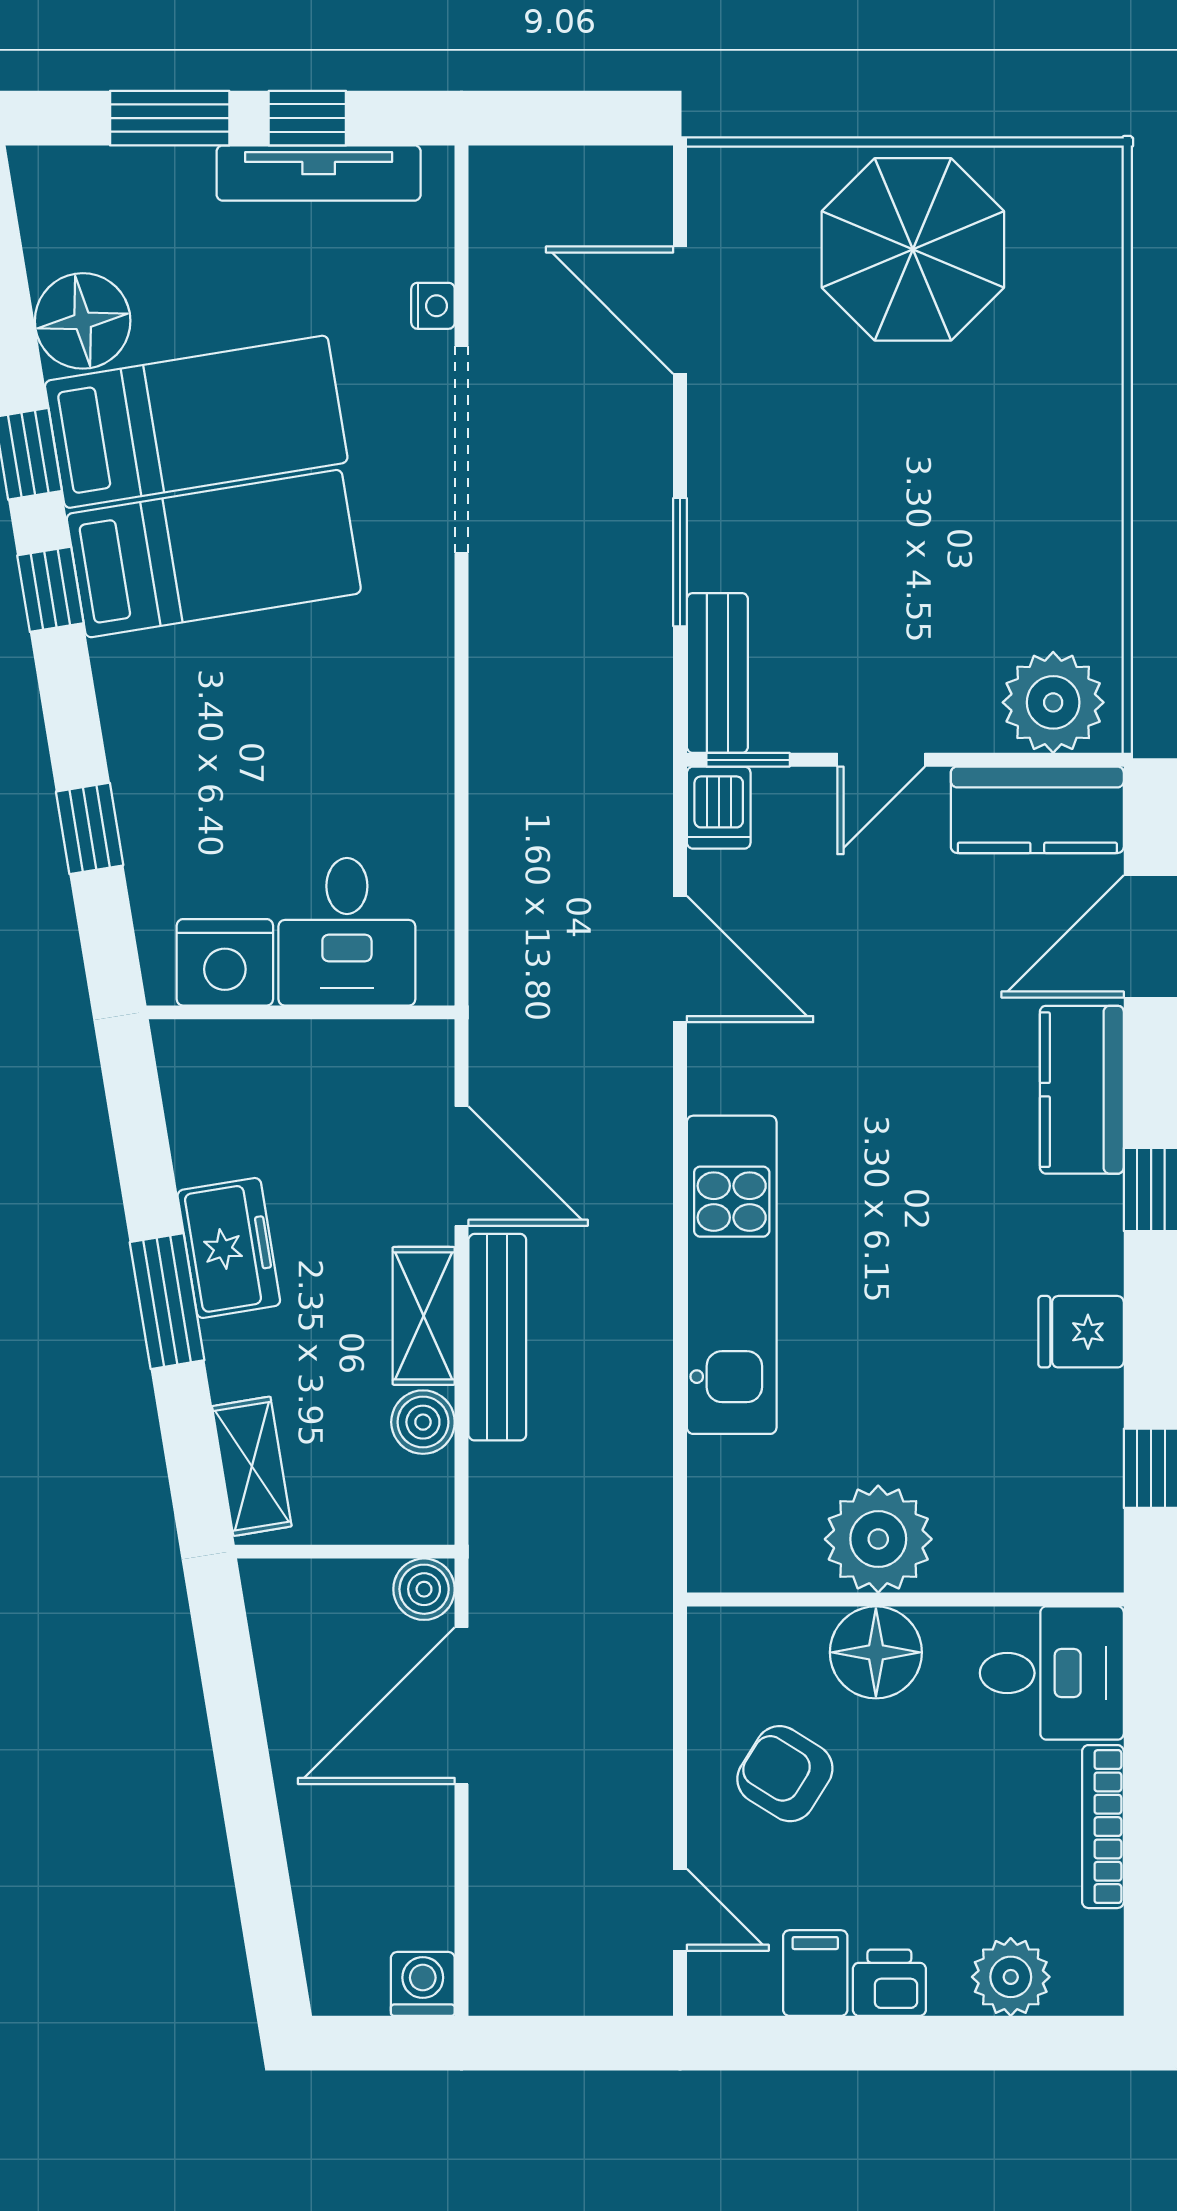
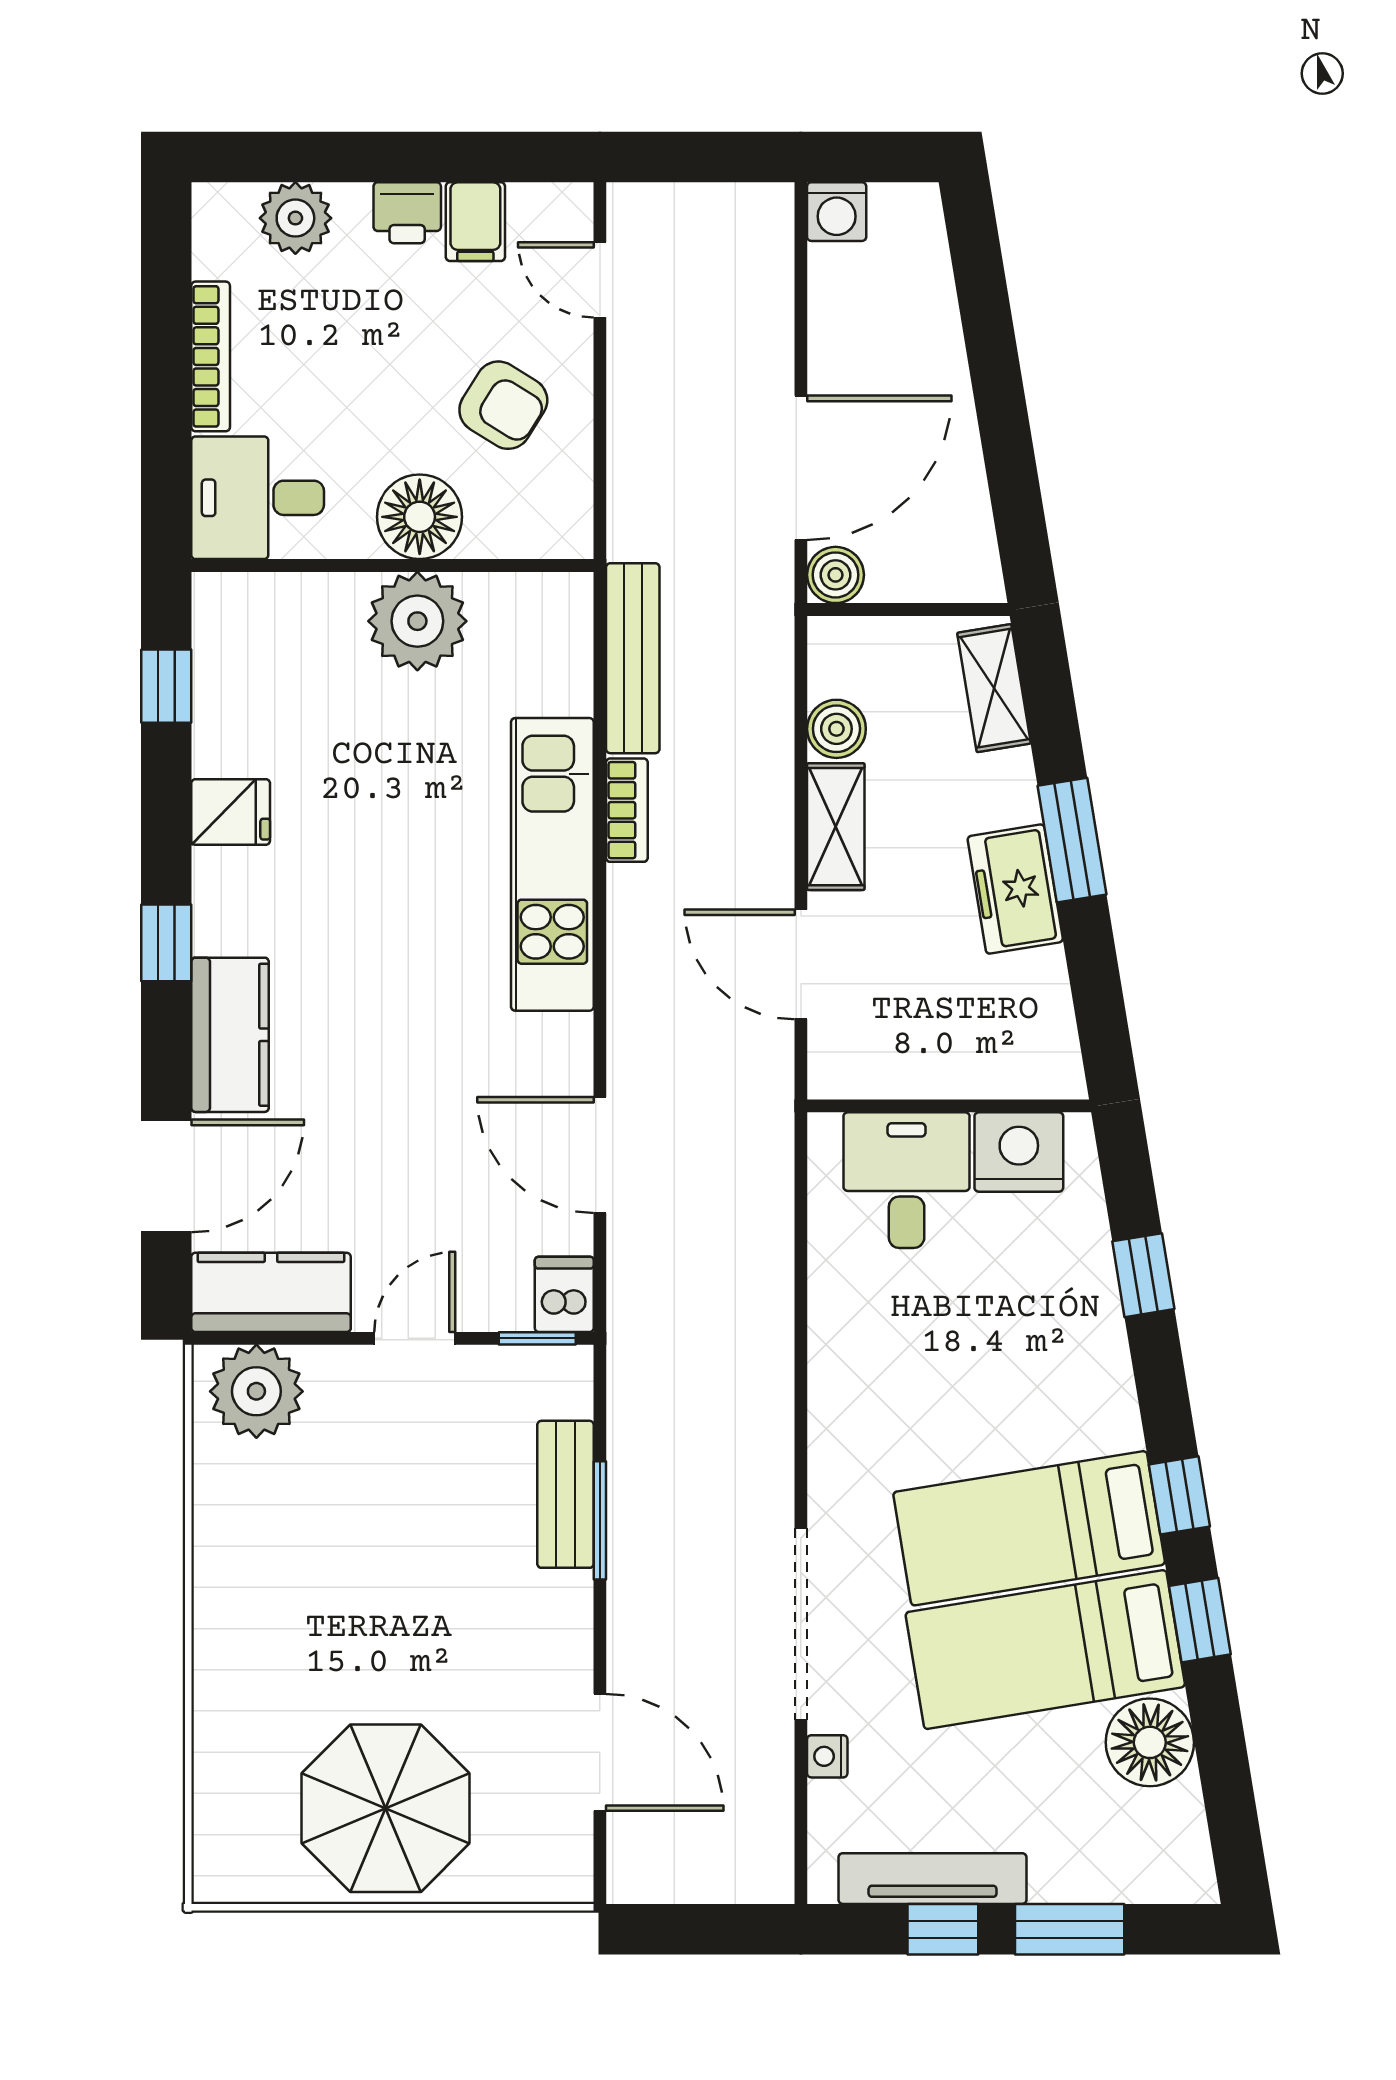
bench: (717, 673) -> (565, 1494), moved
bookcase: (651, 1334) -> (627, 810), added
bench: (497, 1337) -> (633, 658), moved

